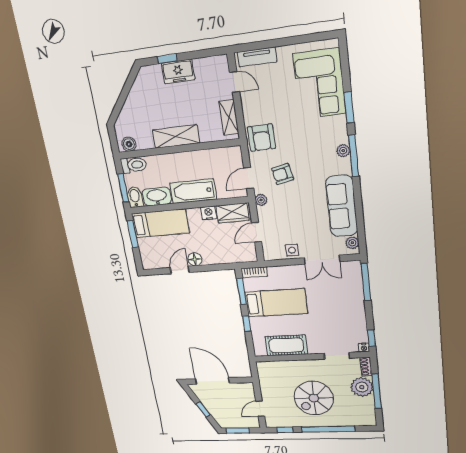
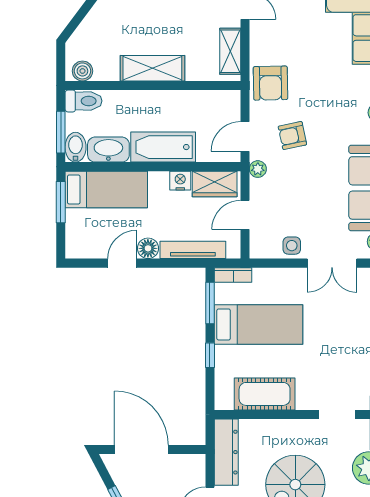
tv unit: (225, 258) -> (193, 250), added
dresser: (266, 381) -> (226, 452), added

